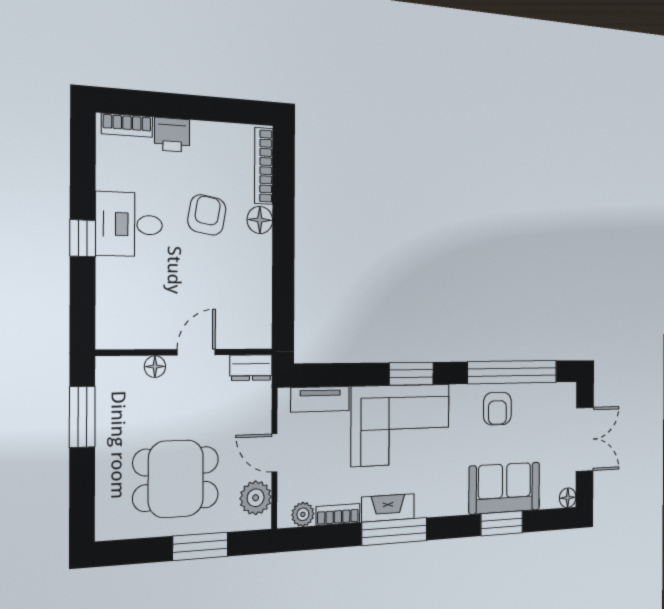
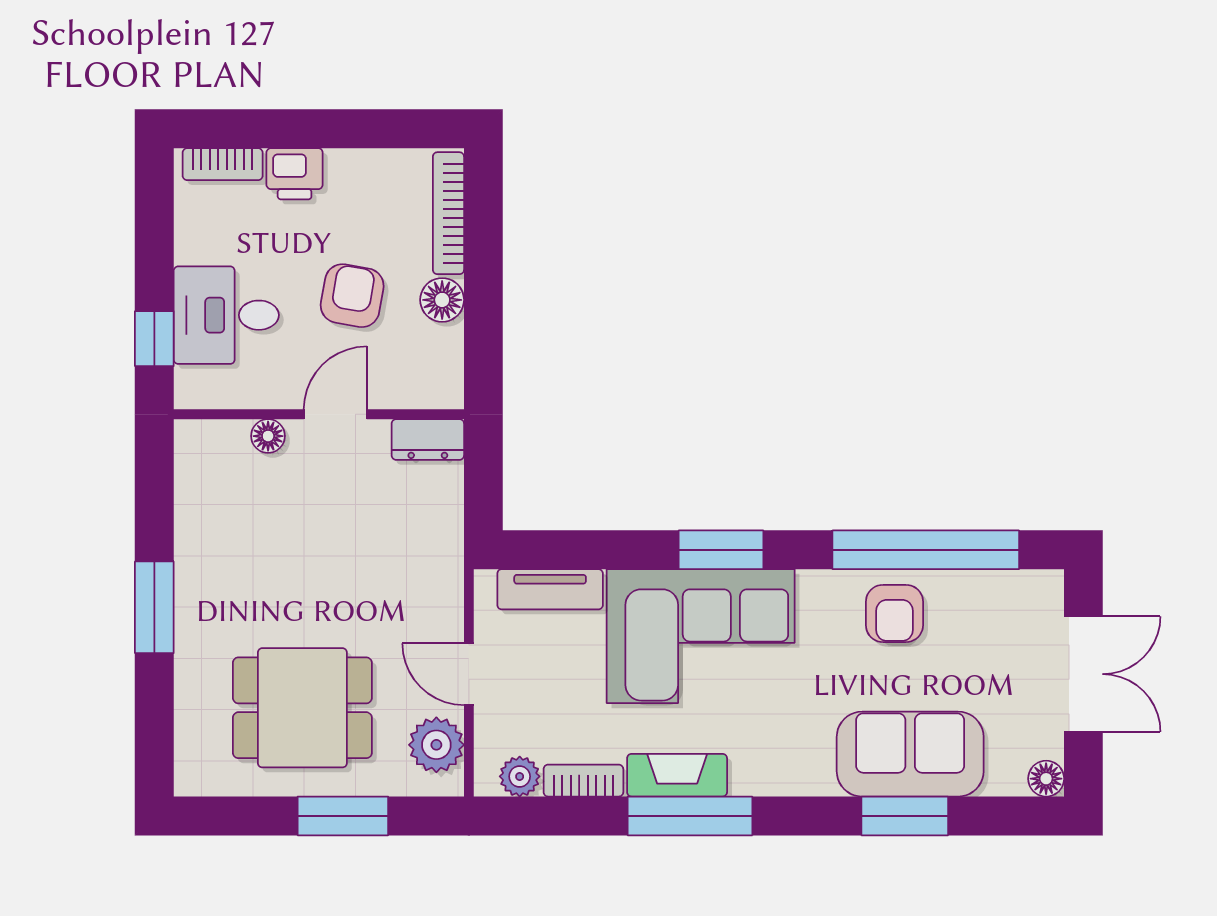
wall: (186, 352) -> (319, 414), moved
door: (196, 352) -> (335, 414), moved
floor lamp: (155, 367) -> (268, 436), moved
dresser: (251, 368) -> (428, 439), moved

